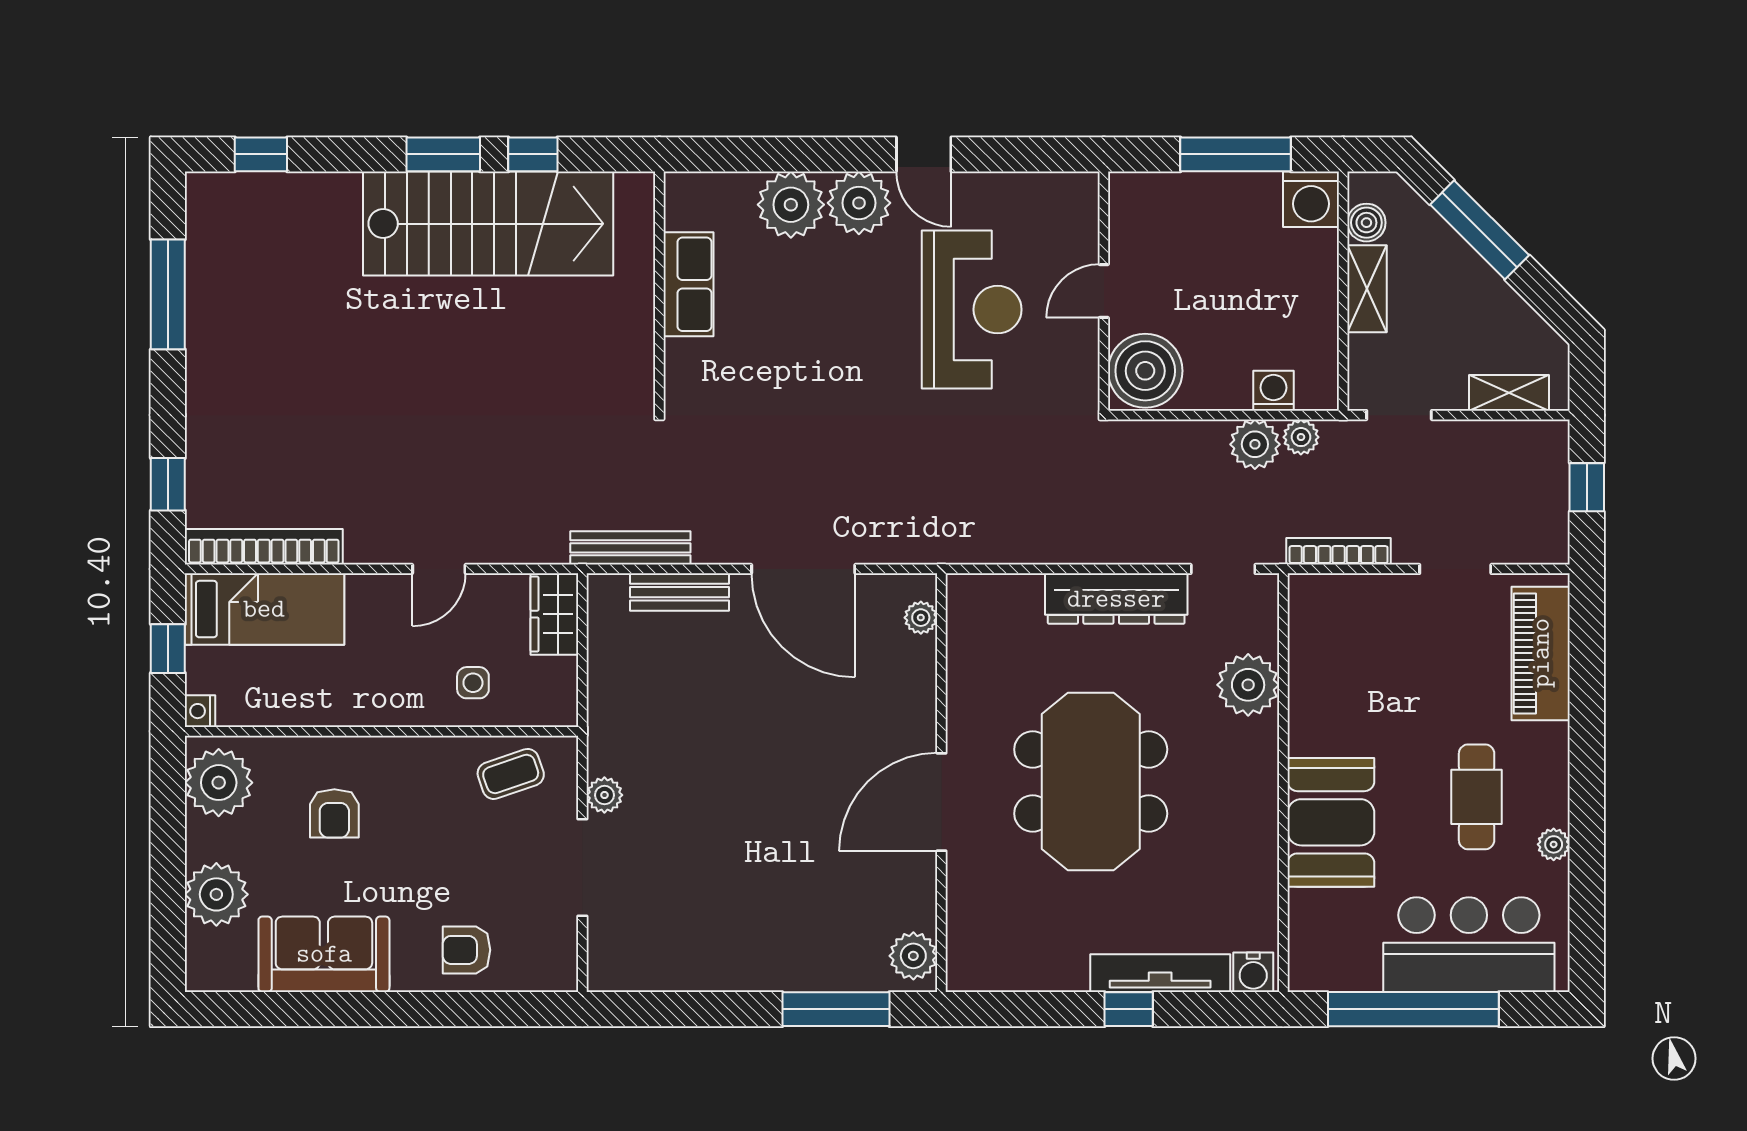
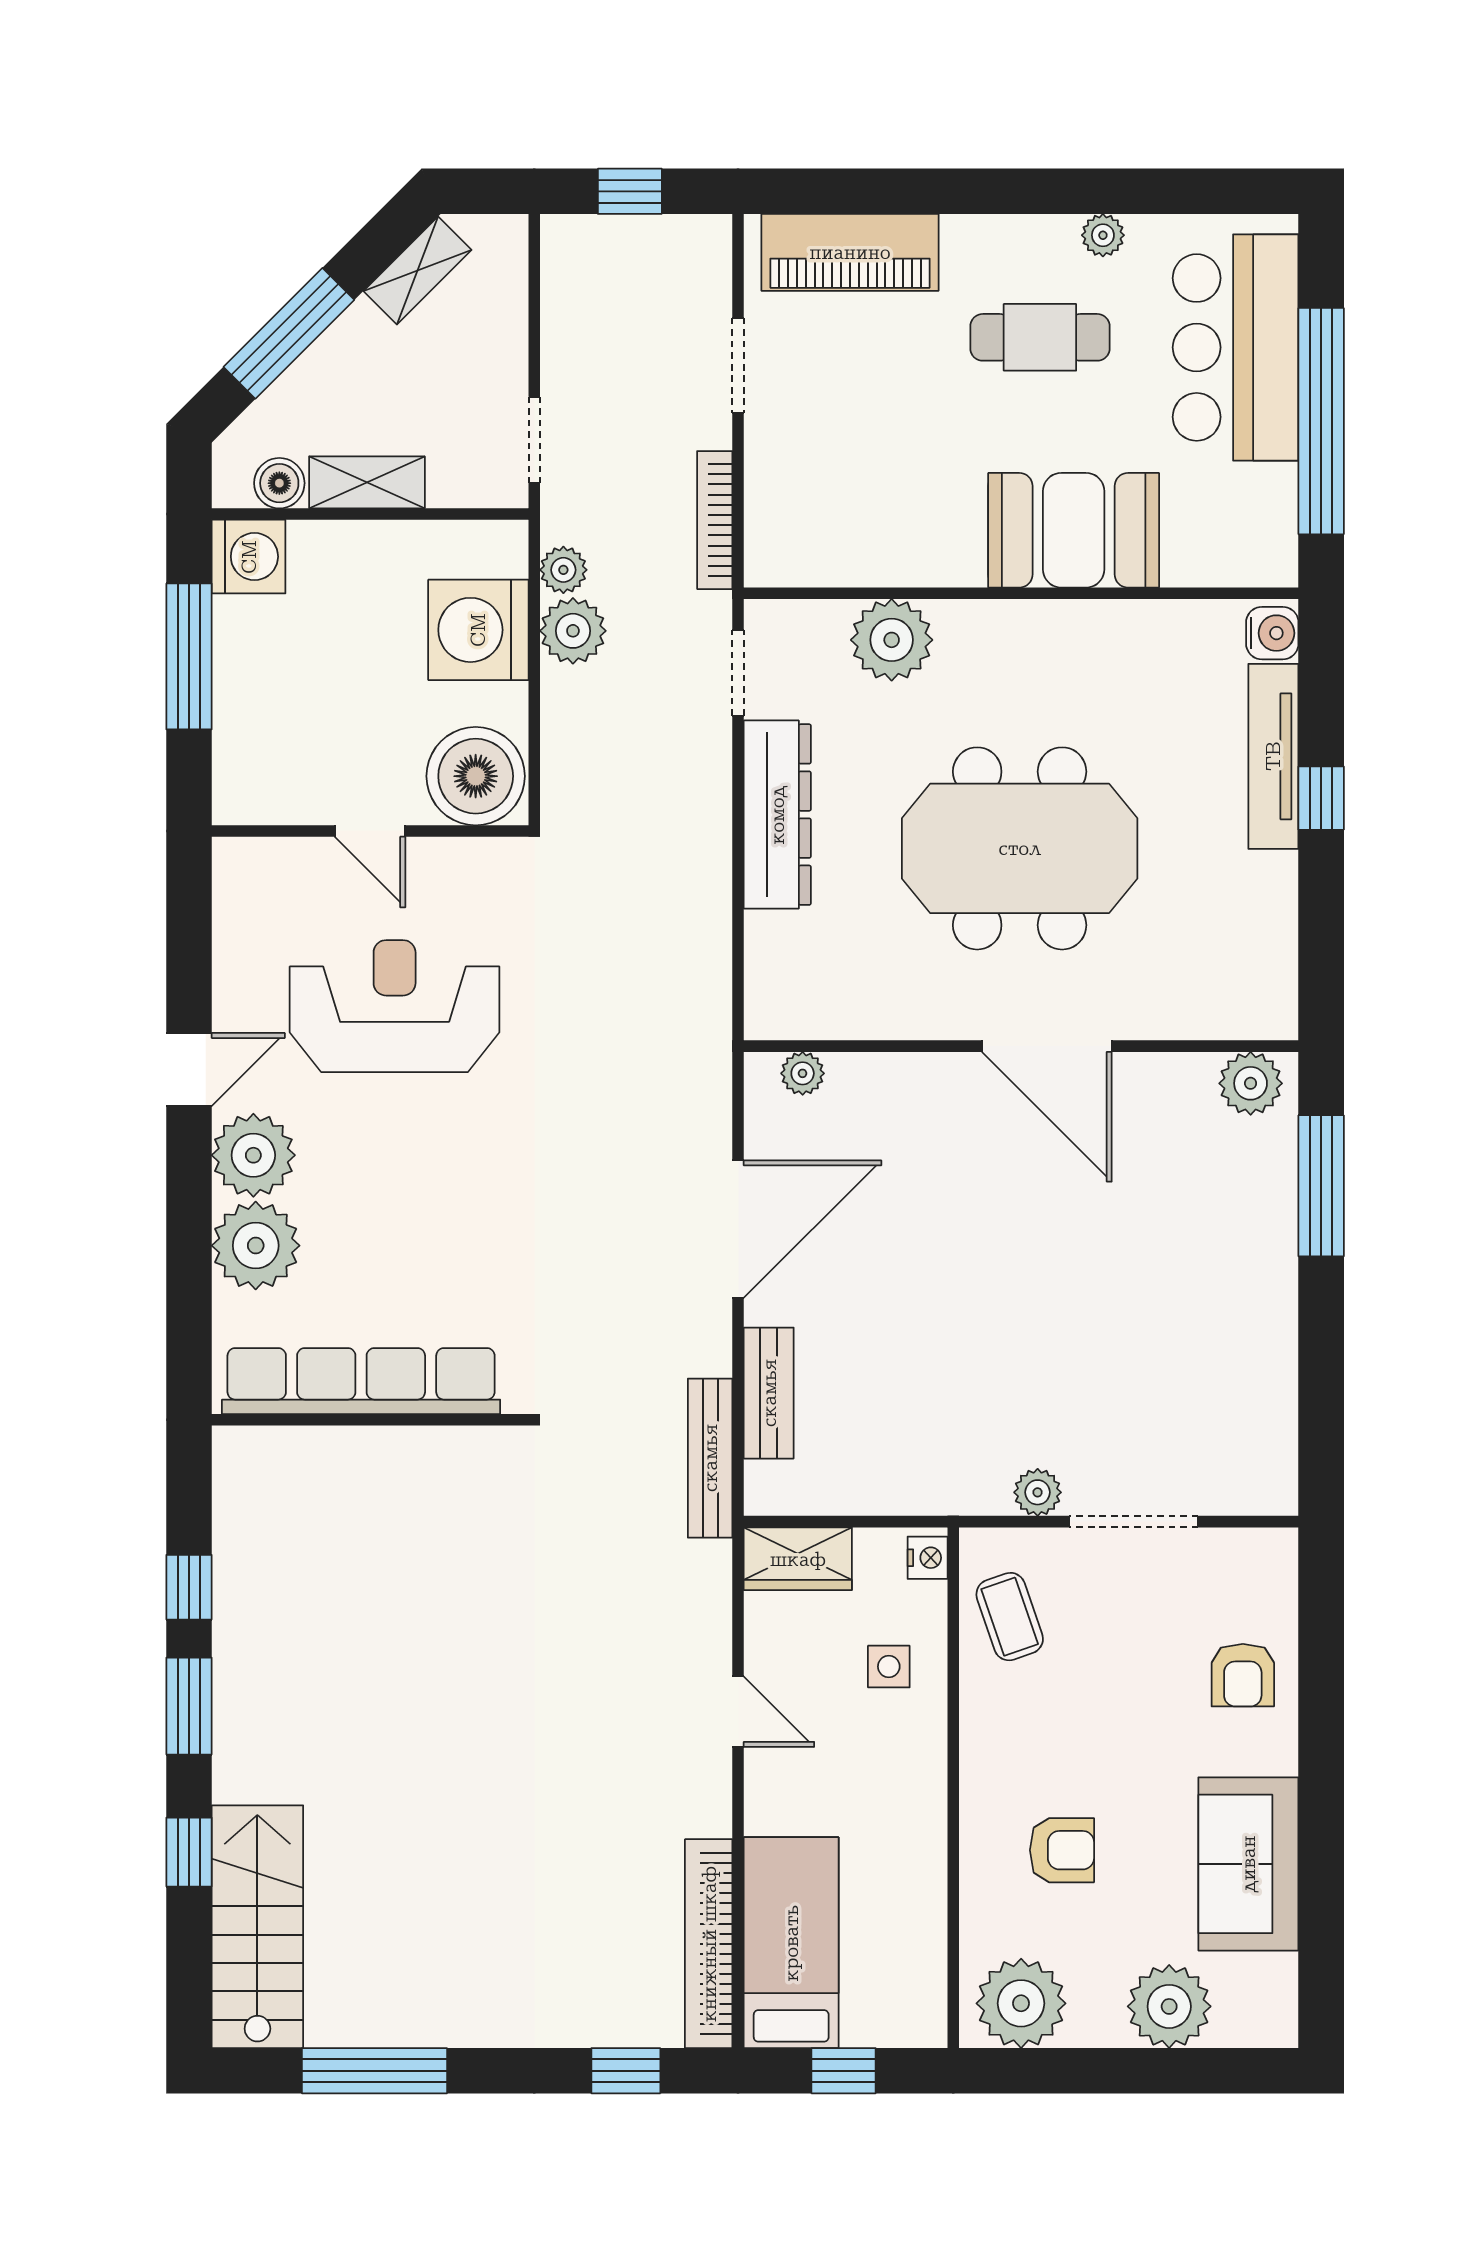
window: (261, 154) -> (189, 1852), moved
stairs: (488, 224) -> (257, 1927), moved, width x0.73, depth x0.66
row of seats: (688, 284) -> (361, 1381), width x2.02
washing machine: (1273, 391) -> (478, 630), width x1.89, depth x1.89
shelving: (1509, 393) -> (417, 270), moved, turned 45
nightstand: (200, 711) -> (928, 1558), moved, turned -90

